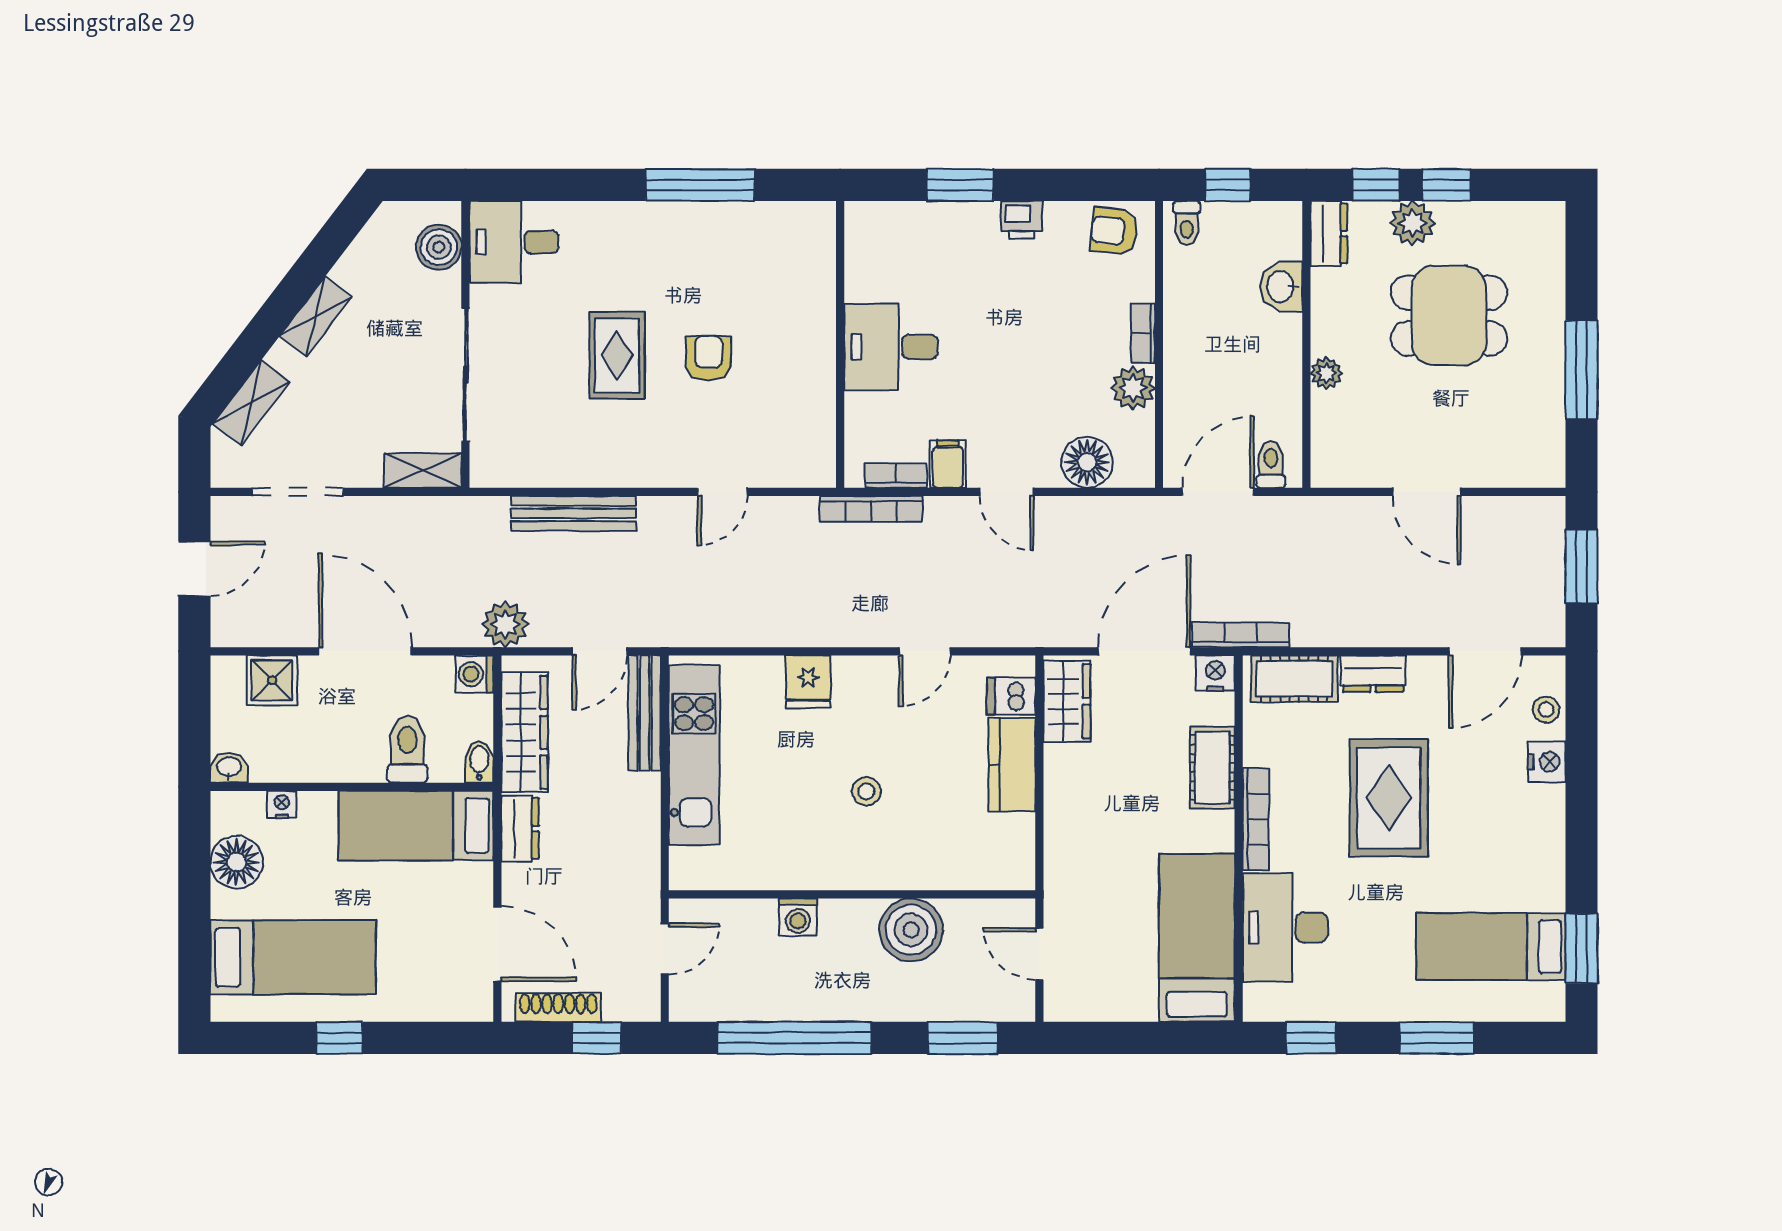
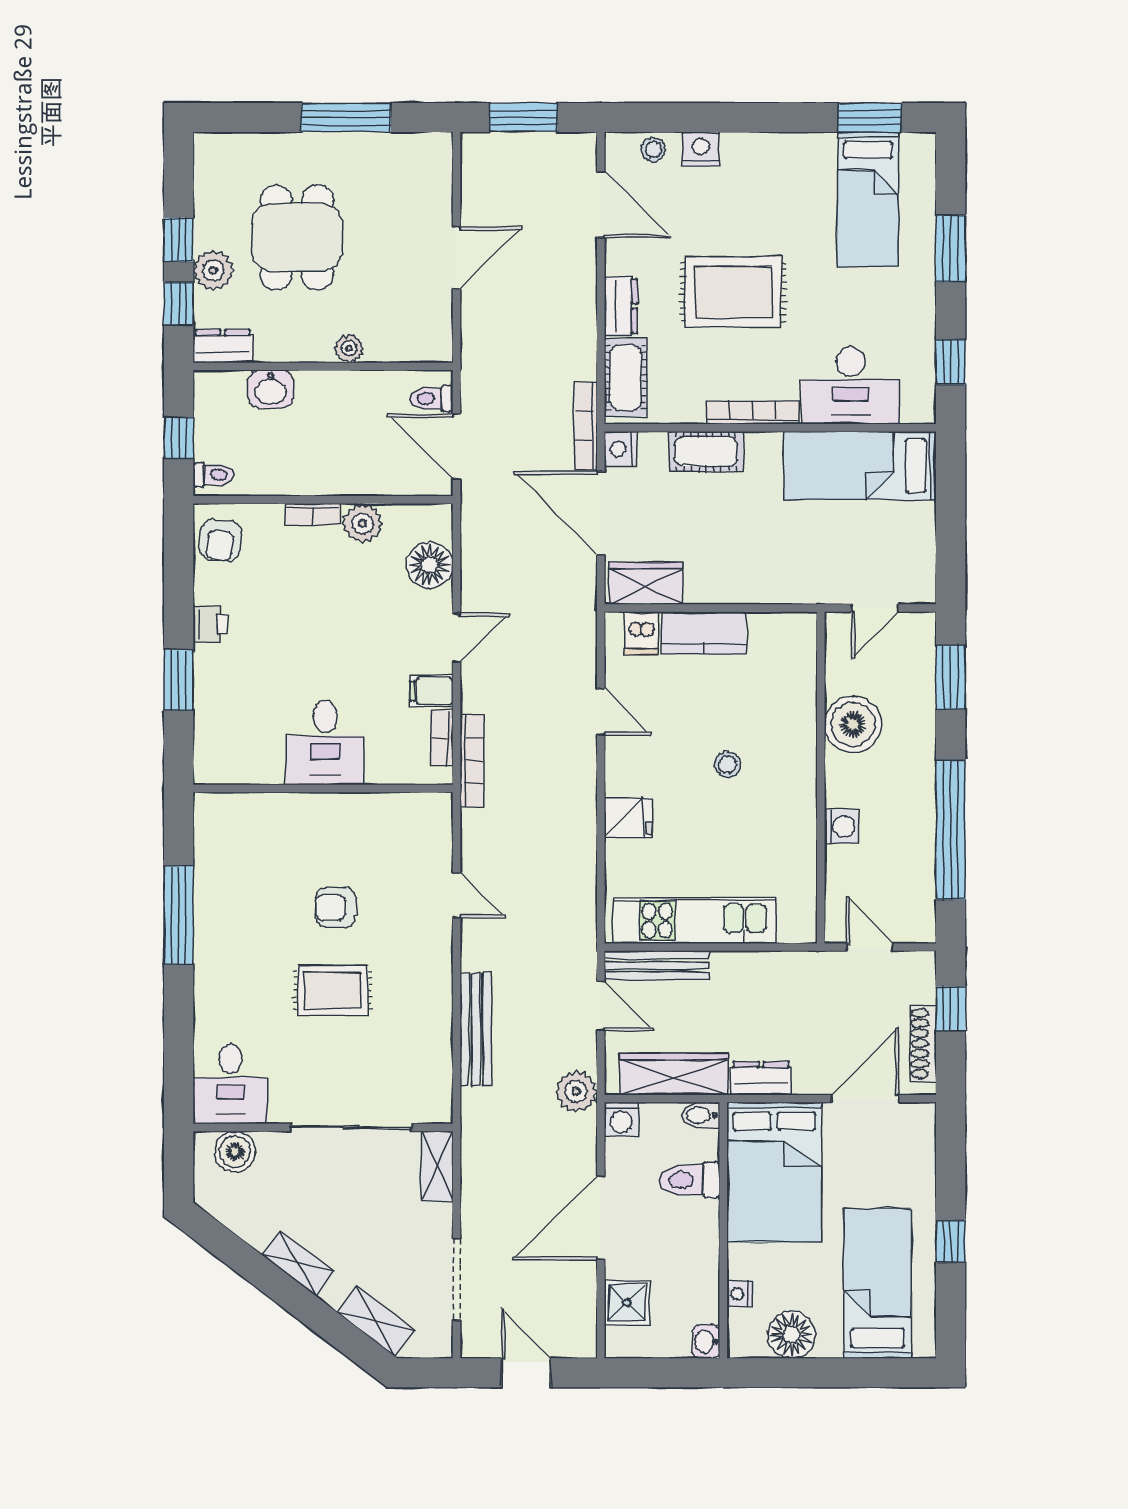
bed: (416, 826) -> (774, 1172), width x1.50

